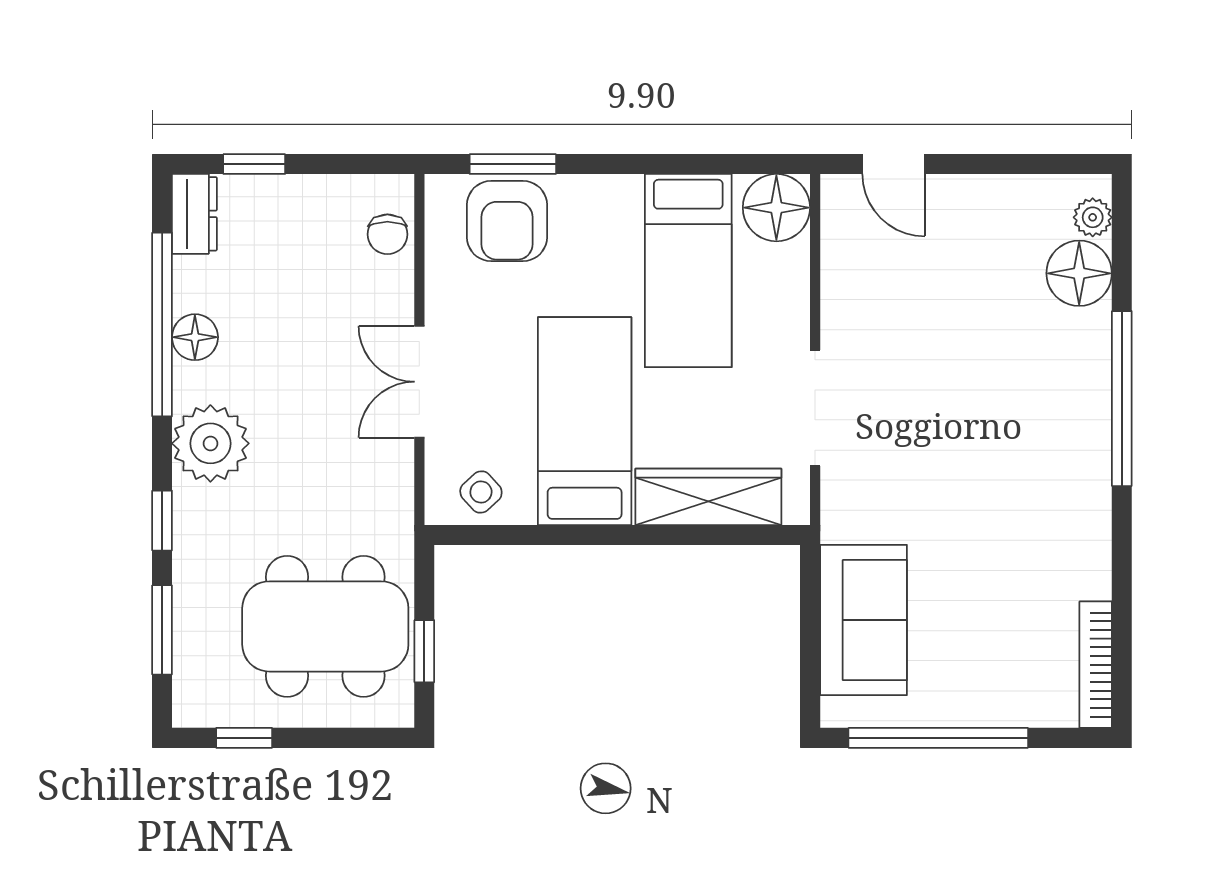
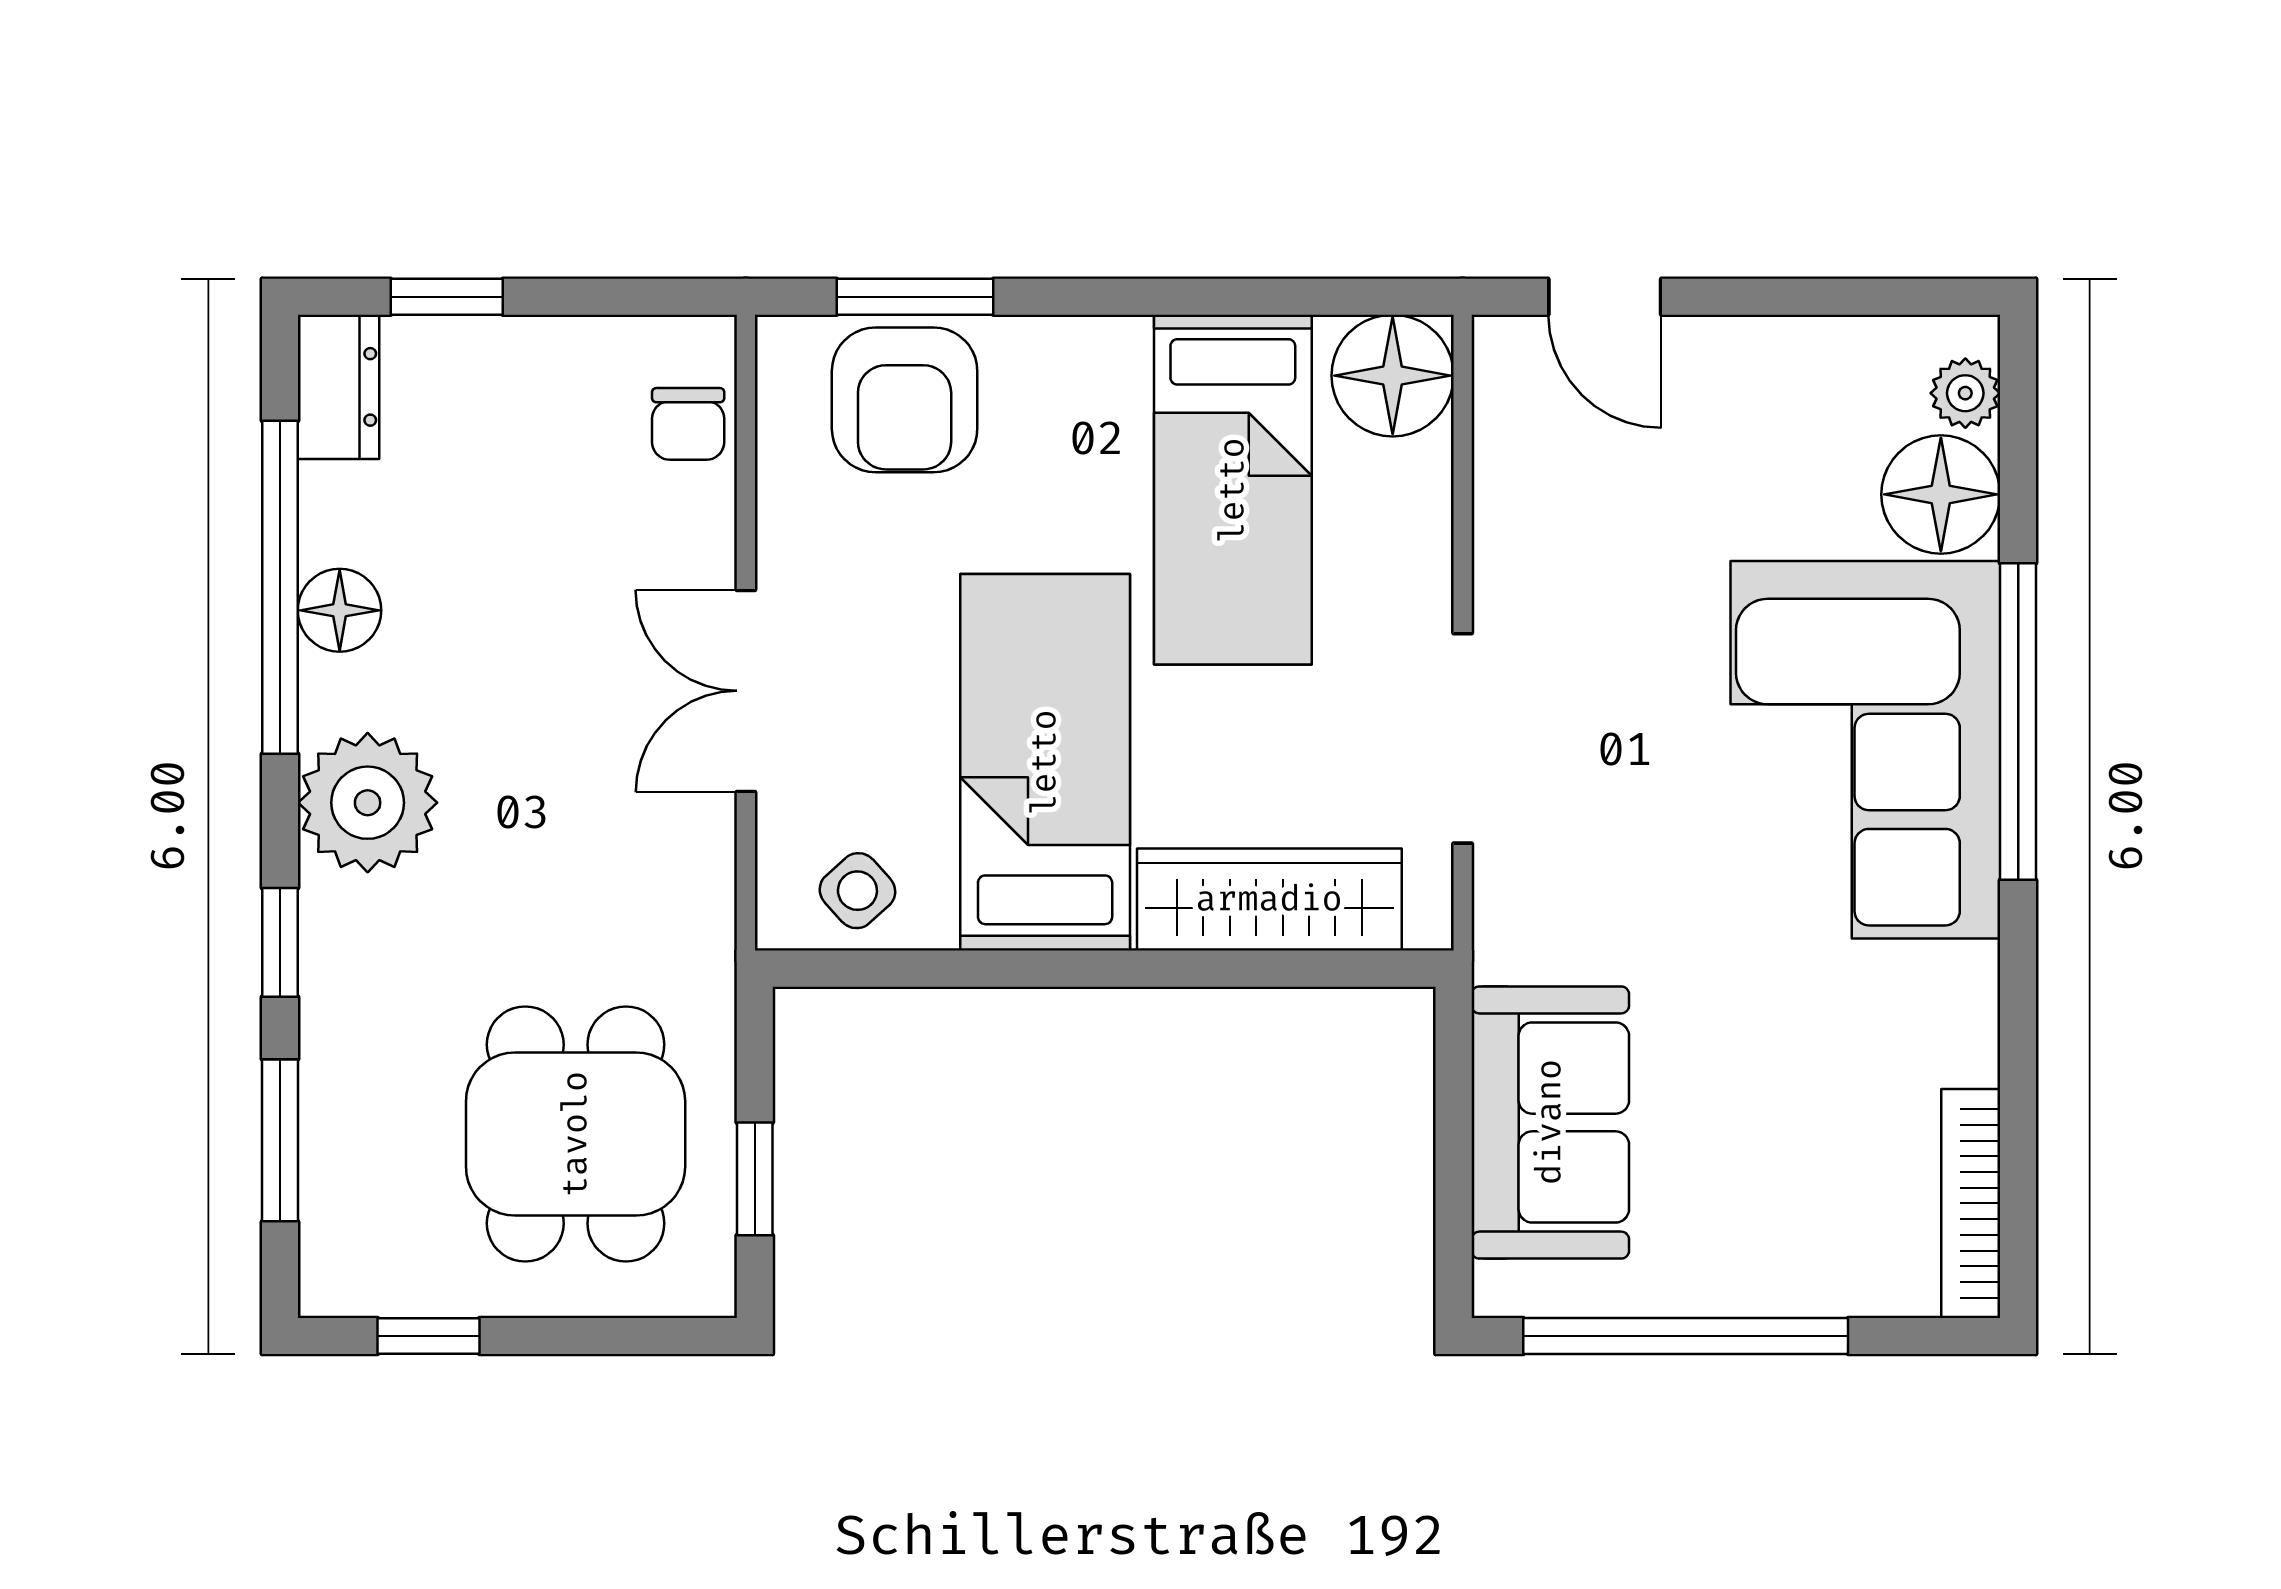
corner sofa: (1038, 414) -> (1865, 750), added
dining table: (325, 626) -> (576, 1134), width x0.73

